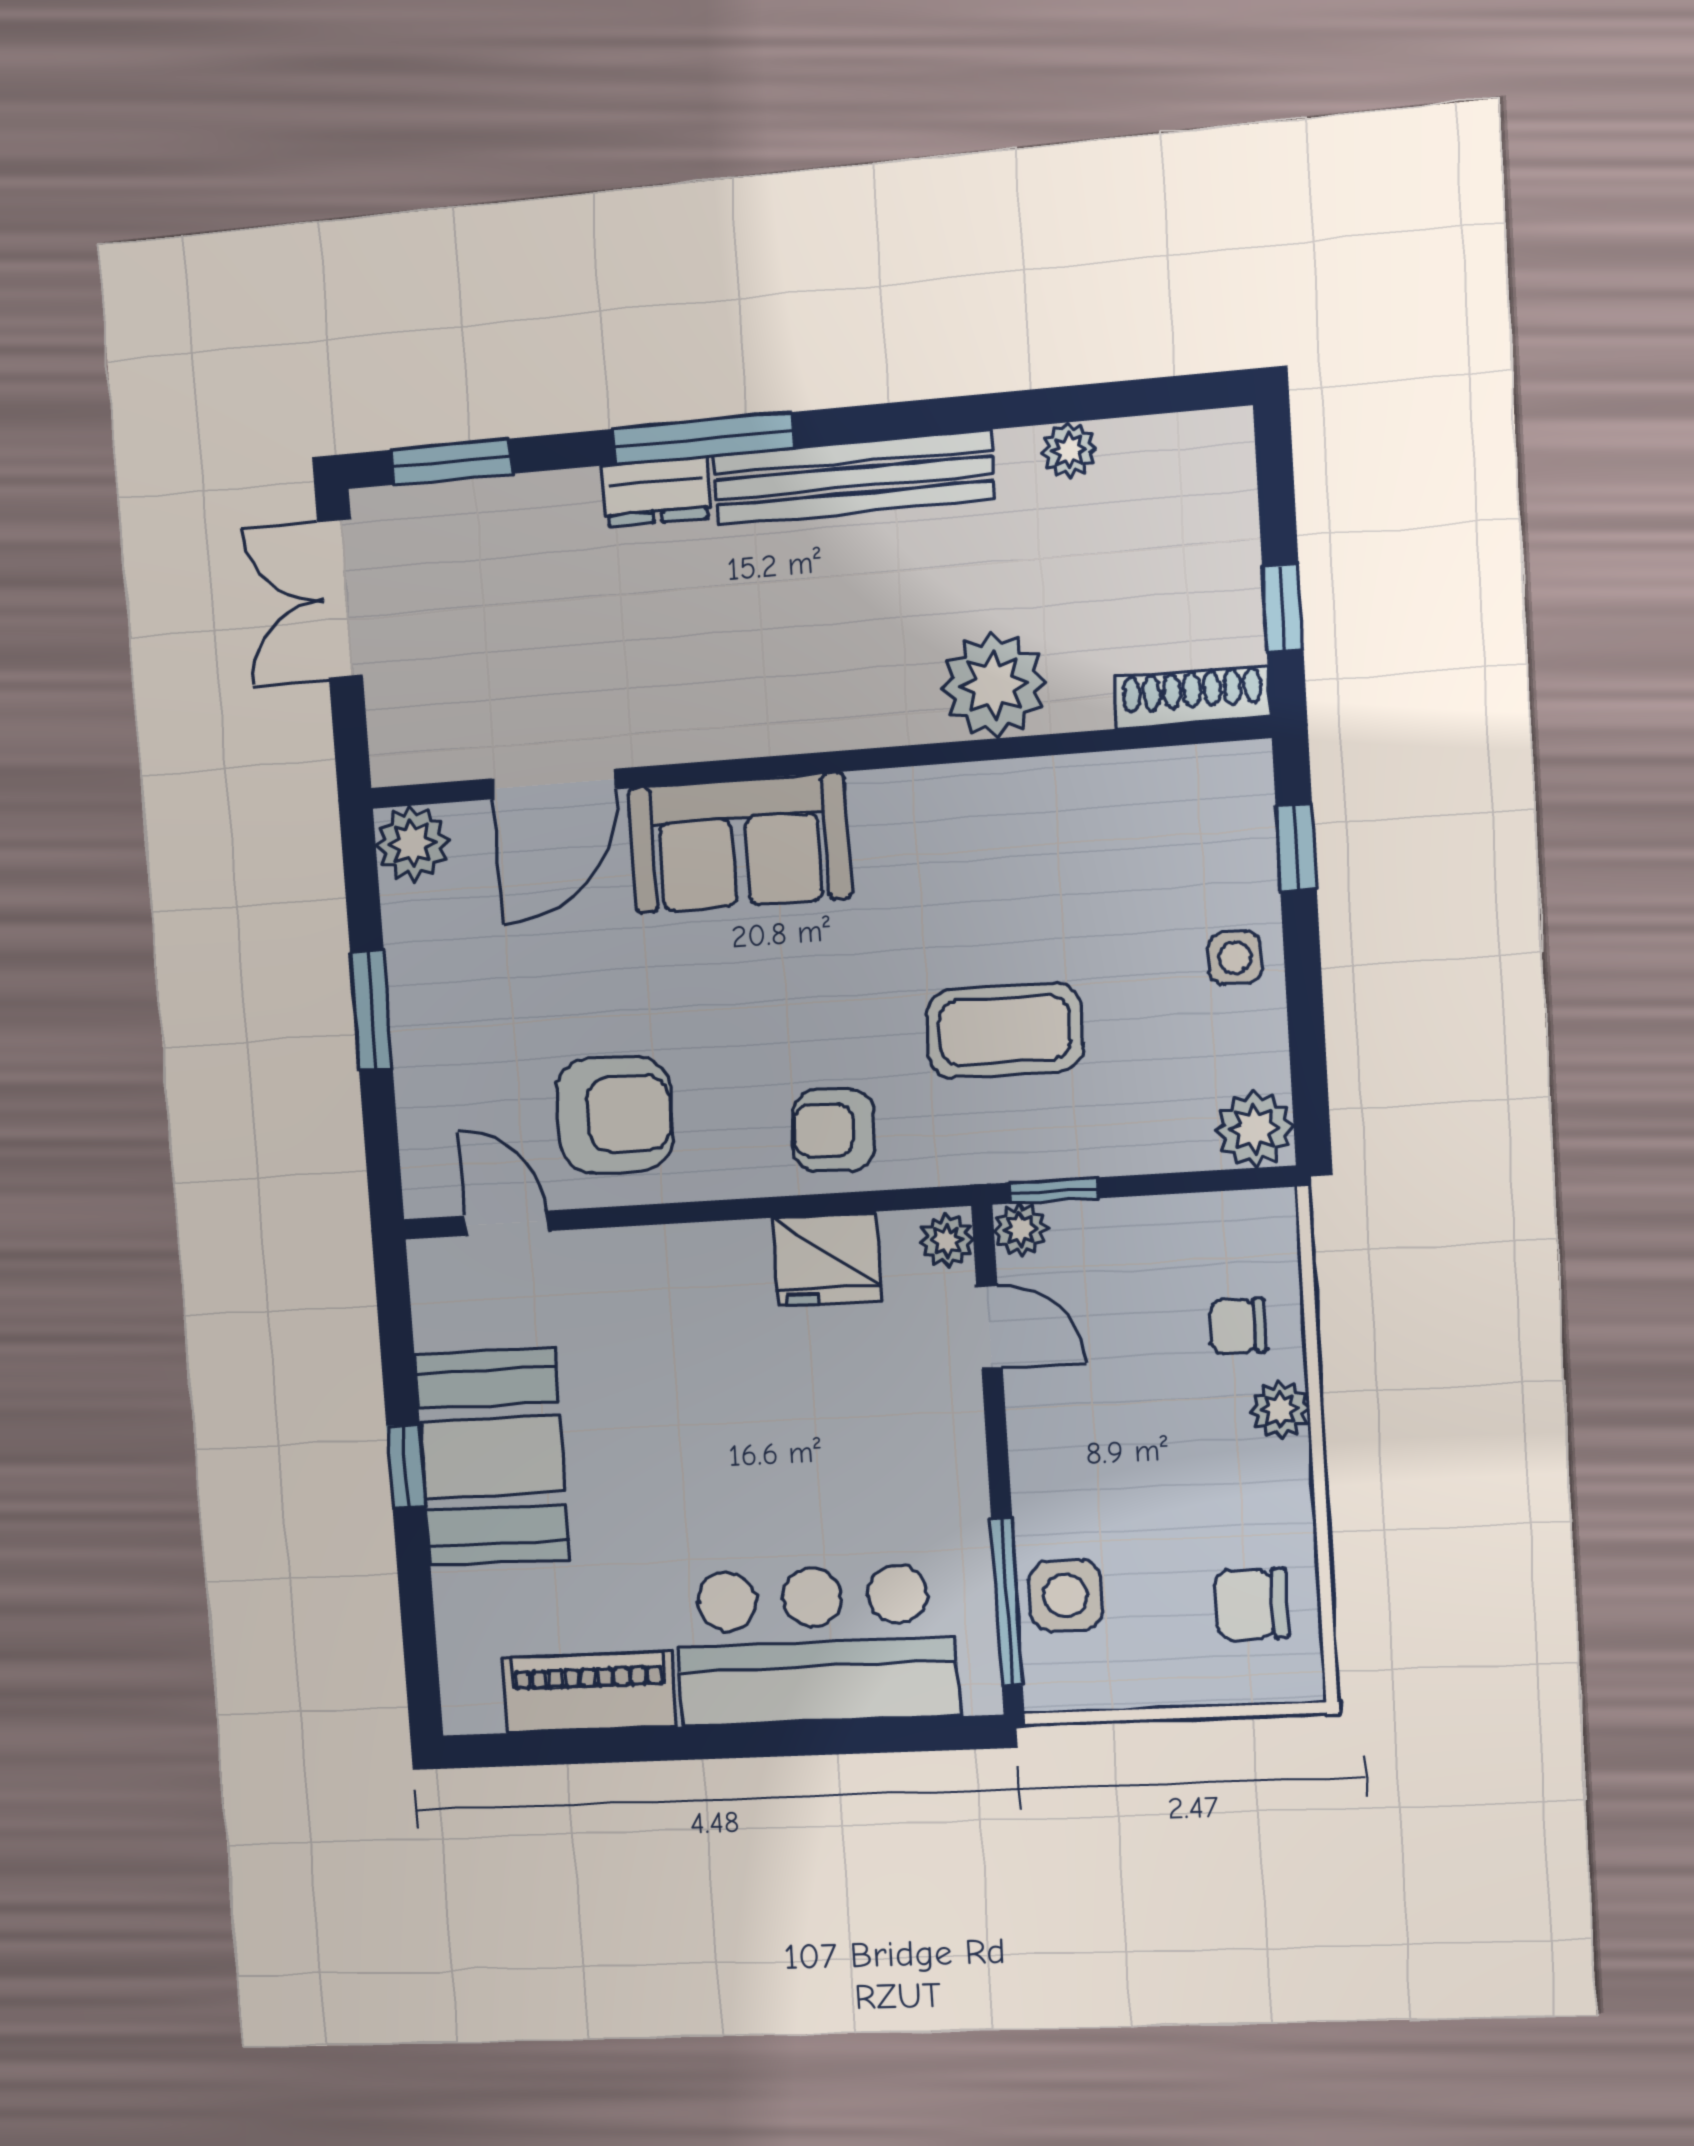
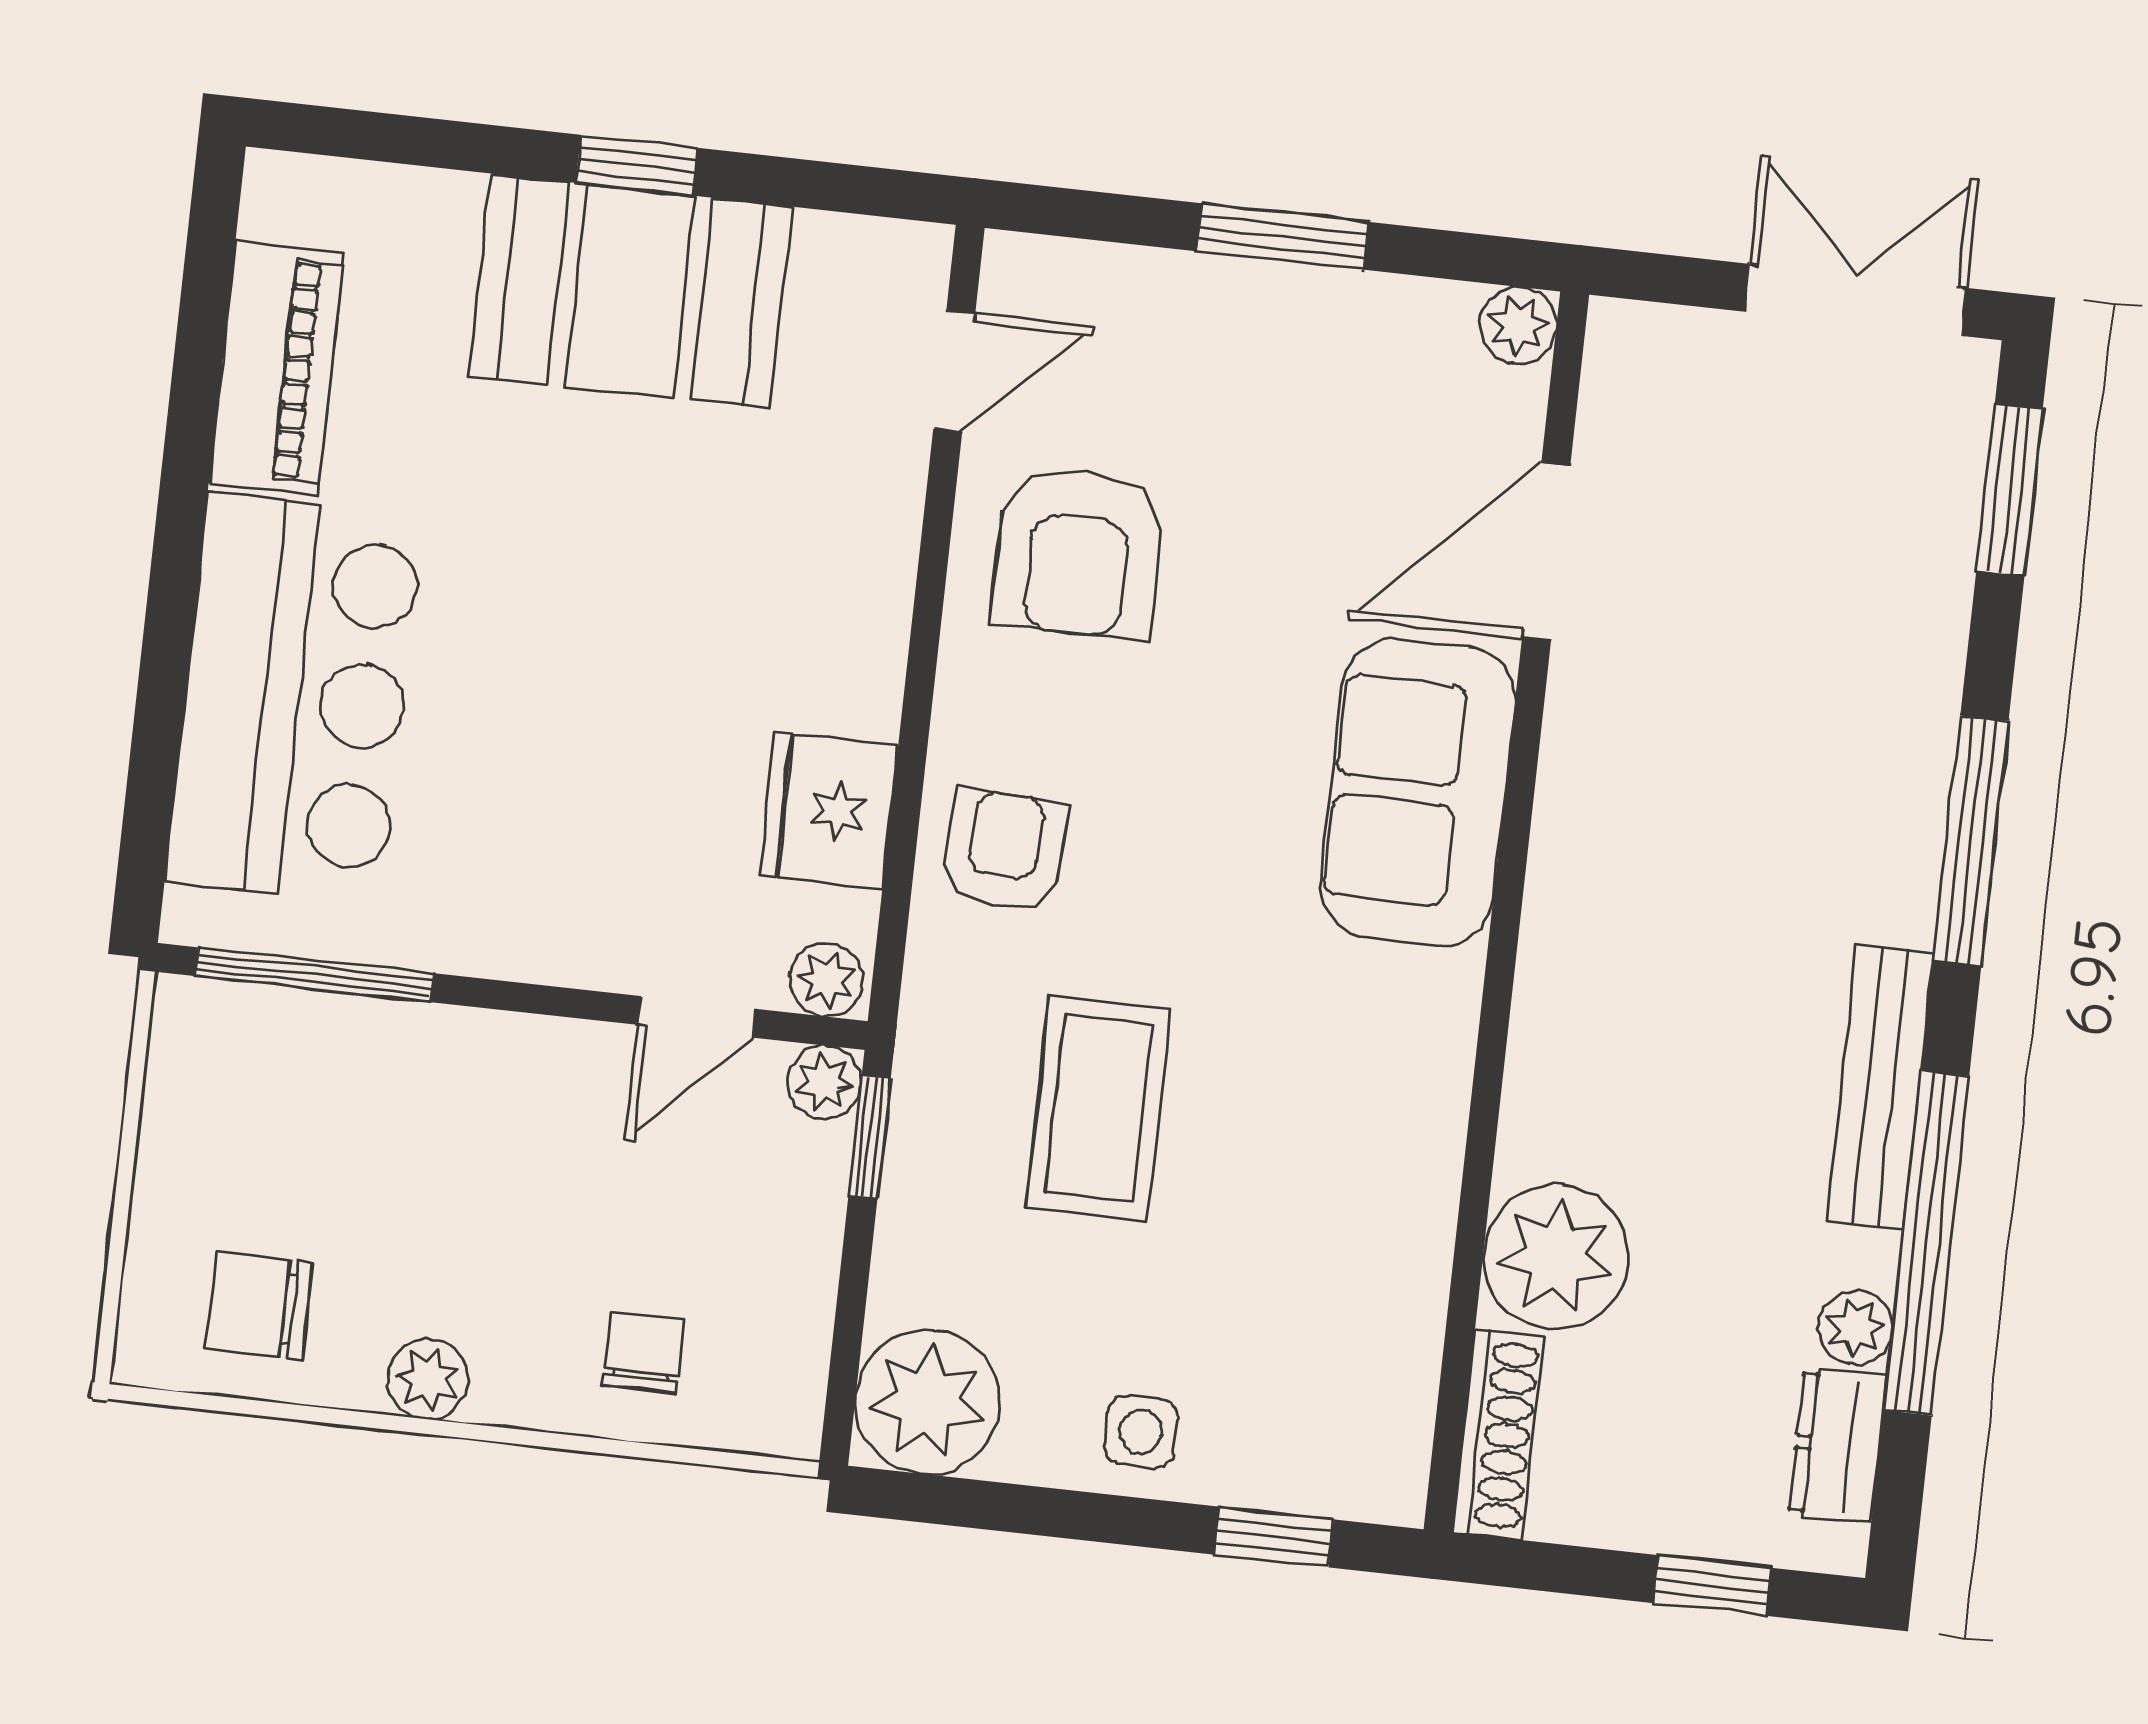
window: (998, 411) -> (1926, 1243), added
bench: (853, 478) -> (1880, 1087), width x0.73, depth x0.82
dresser: (656, 491) -> (1838, 1446), moved
window: (1283, 608) -> (1712, 1585), moved
plant: (994, 685) -> (1556, 1257), moved
door: (554, 784) -> (1546, 552), hinge flipped
plant: (412, 843) -> (1518, 325), width x0.73, depth x0.73
plant: (1254, 1129) -> (928, 1402), width x1.36, depth x1.36
plant: (1280, 1410) -> (428, 1379), moved
side table: (1066, 1595) -> (311, 1057), removed
chair: (1251, 1604) -> (260, 1306), turned -90

